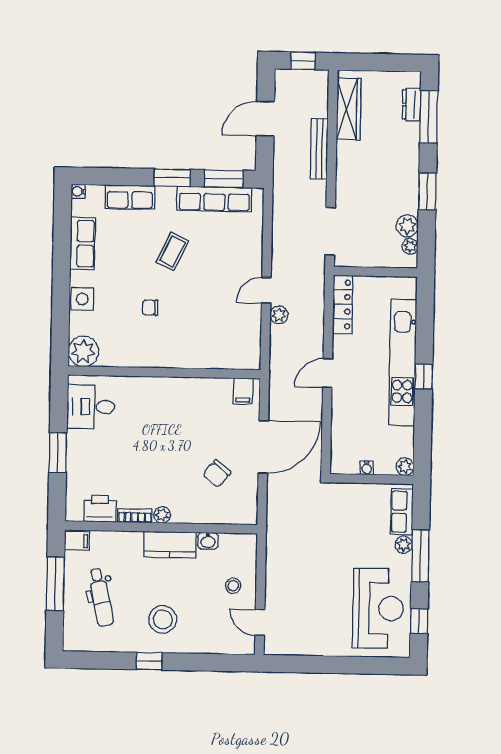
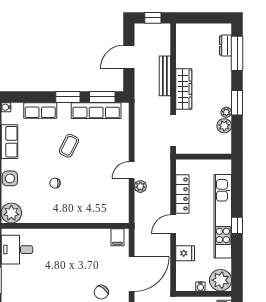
wardrobe: (349, 109) -> (184, 89), moved
plant: (410, 246) -> (226, 112), moved
locker: (343, 304) -> (182, 194), moved
fridge: (345, 417) -> (185, 253), added
plant: (405, 467) -> (221, 280), width x1.87, depth x1.87

